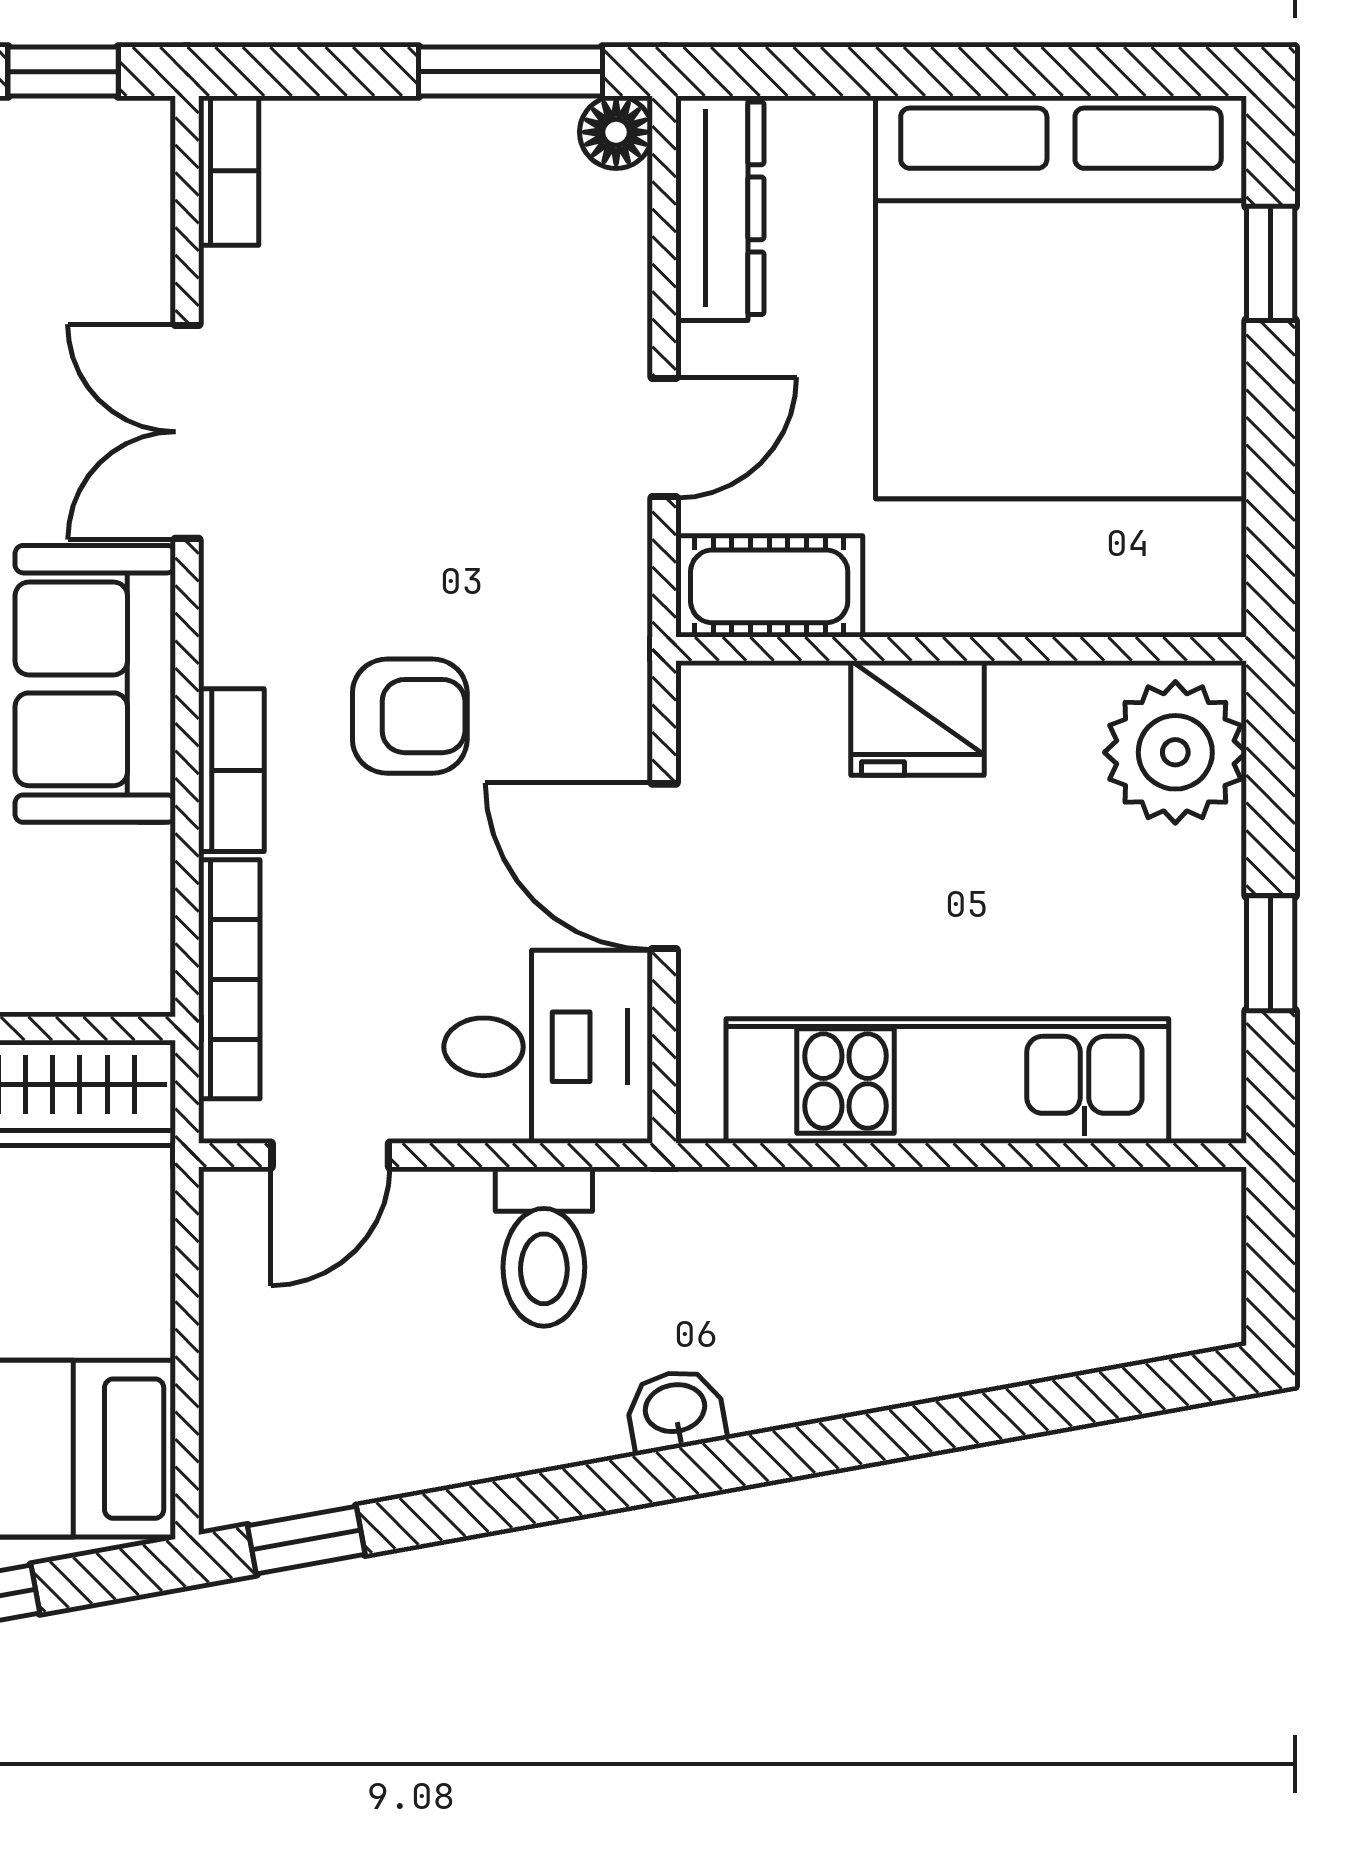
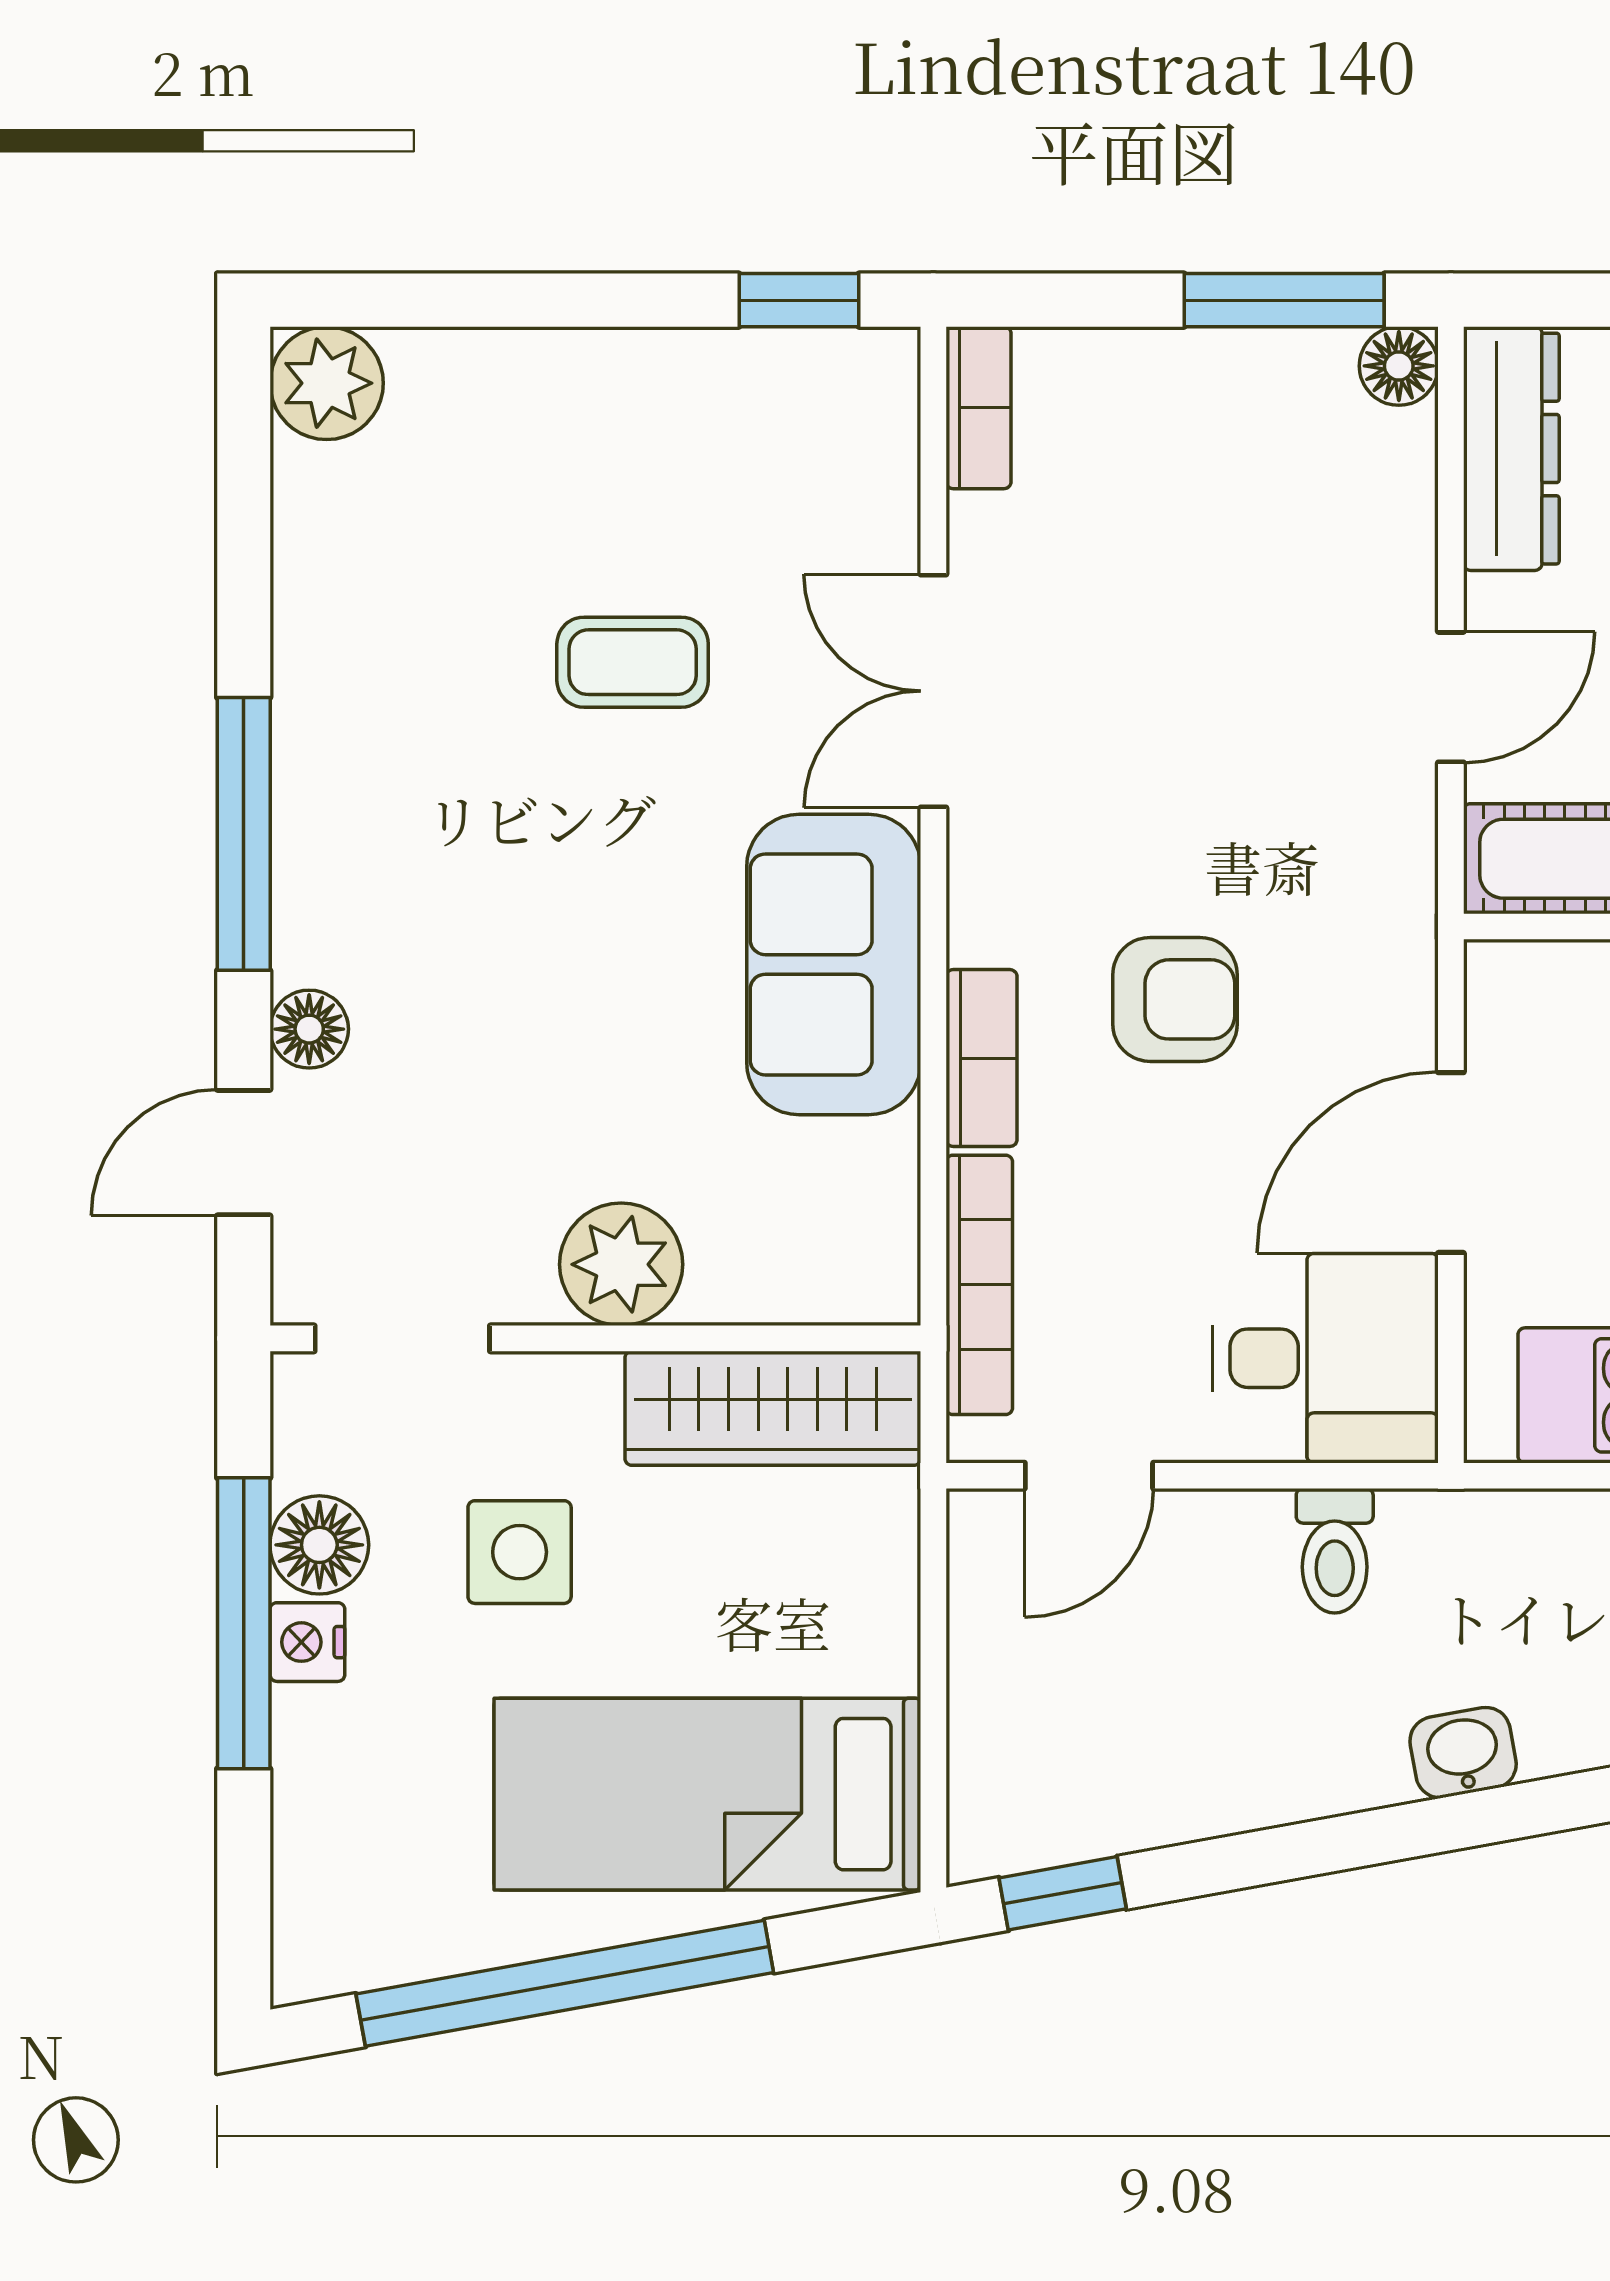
door: (664, 866) -> (1451, 1163), hinge flipped
toilet: (544, 1247) -> (1335, 1551), width x0.73, depth x0.72

